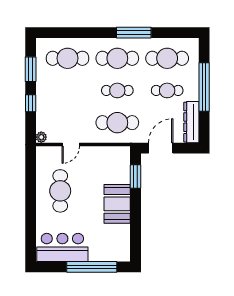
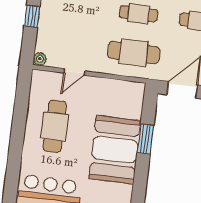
window: (136, 177) -> (145, 139), moved
booth: (117, 204) -> (115, 150), width x1.36, depth x1.42

